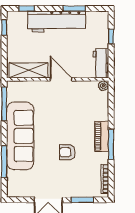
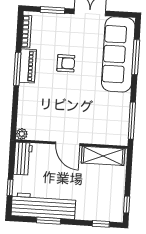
workbench: (57, 22) -> (43, 206), moved
sofa: (20, 136) -> (118, 54), moved
piano: (102, 136) -> (28, 66), moved

